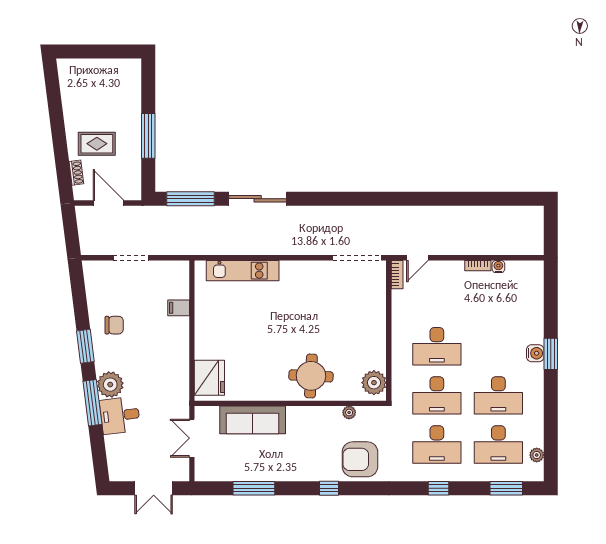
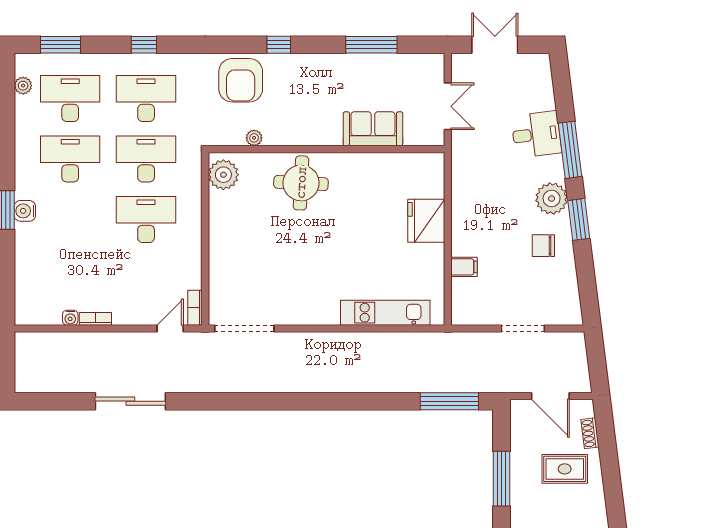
sliding door: (258, 199) -> (130, 401), moved
fridge: (209, 378) -> (426, 221), moved
plant: (110, 385) -> (552, 199), moved
sofa: (253, 420) -> (373, 129), width x0.73
armchair: (360, 459) -> (241, 80), turned 90

